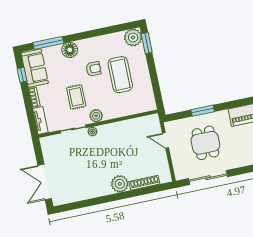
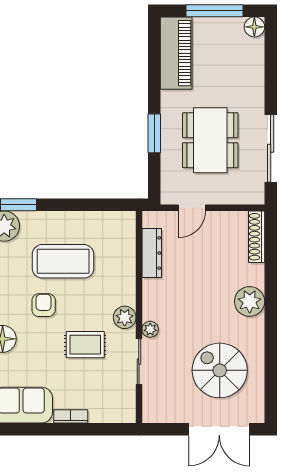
window: (22, 75) -> (28, 429), removed
tv unit: (40, 120) -> (113, 414), removed
dresser: (135, 123) -> (152, 253), added
dining table: (205, 143) -> (210, 140), width x1.37
spiral stairs: (78, 175) -> (220, 370), added
shoe rack: (144, 183) -> (257, 237), moved

